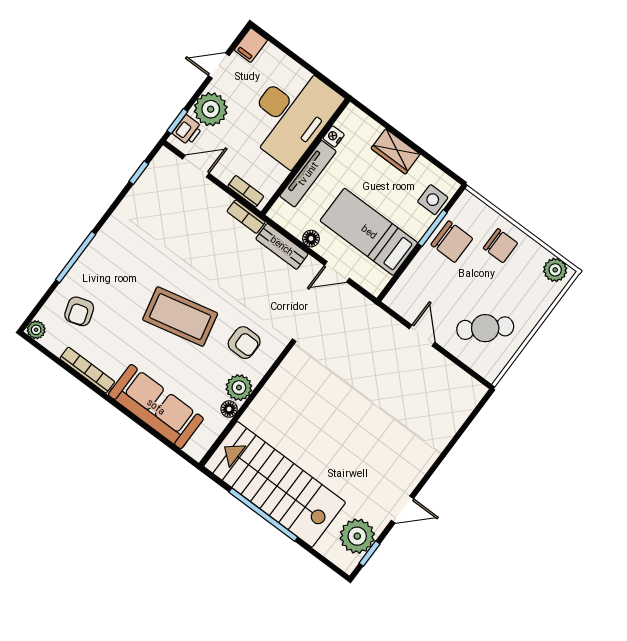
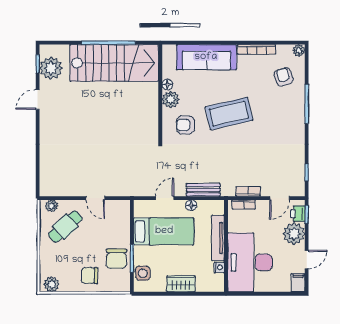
bookcase: (246, 217) -> (248, 191), moved
chair: (452, 242) -> (116, 259), turned -90
plant: (483, 366) -> (52, 206), added

